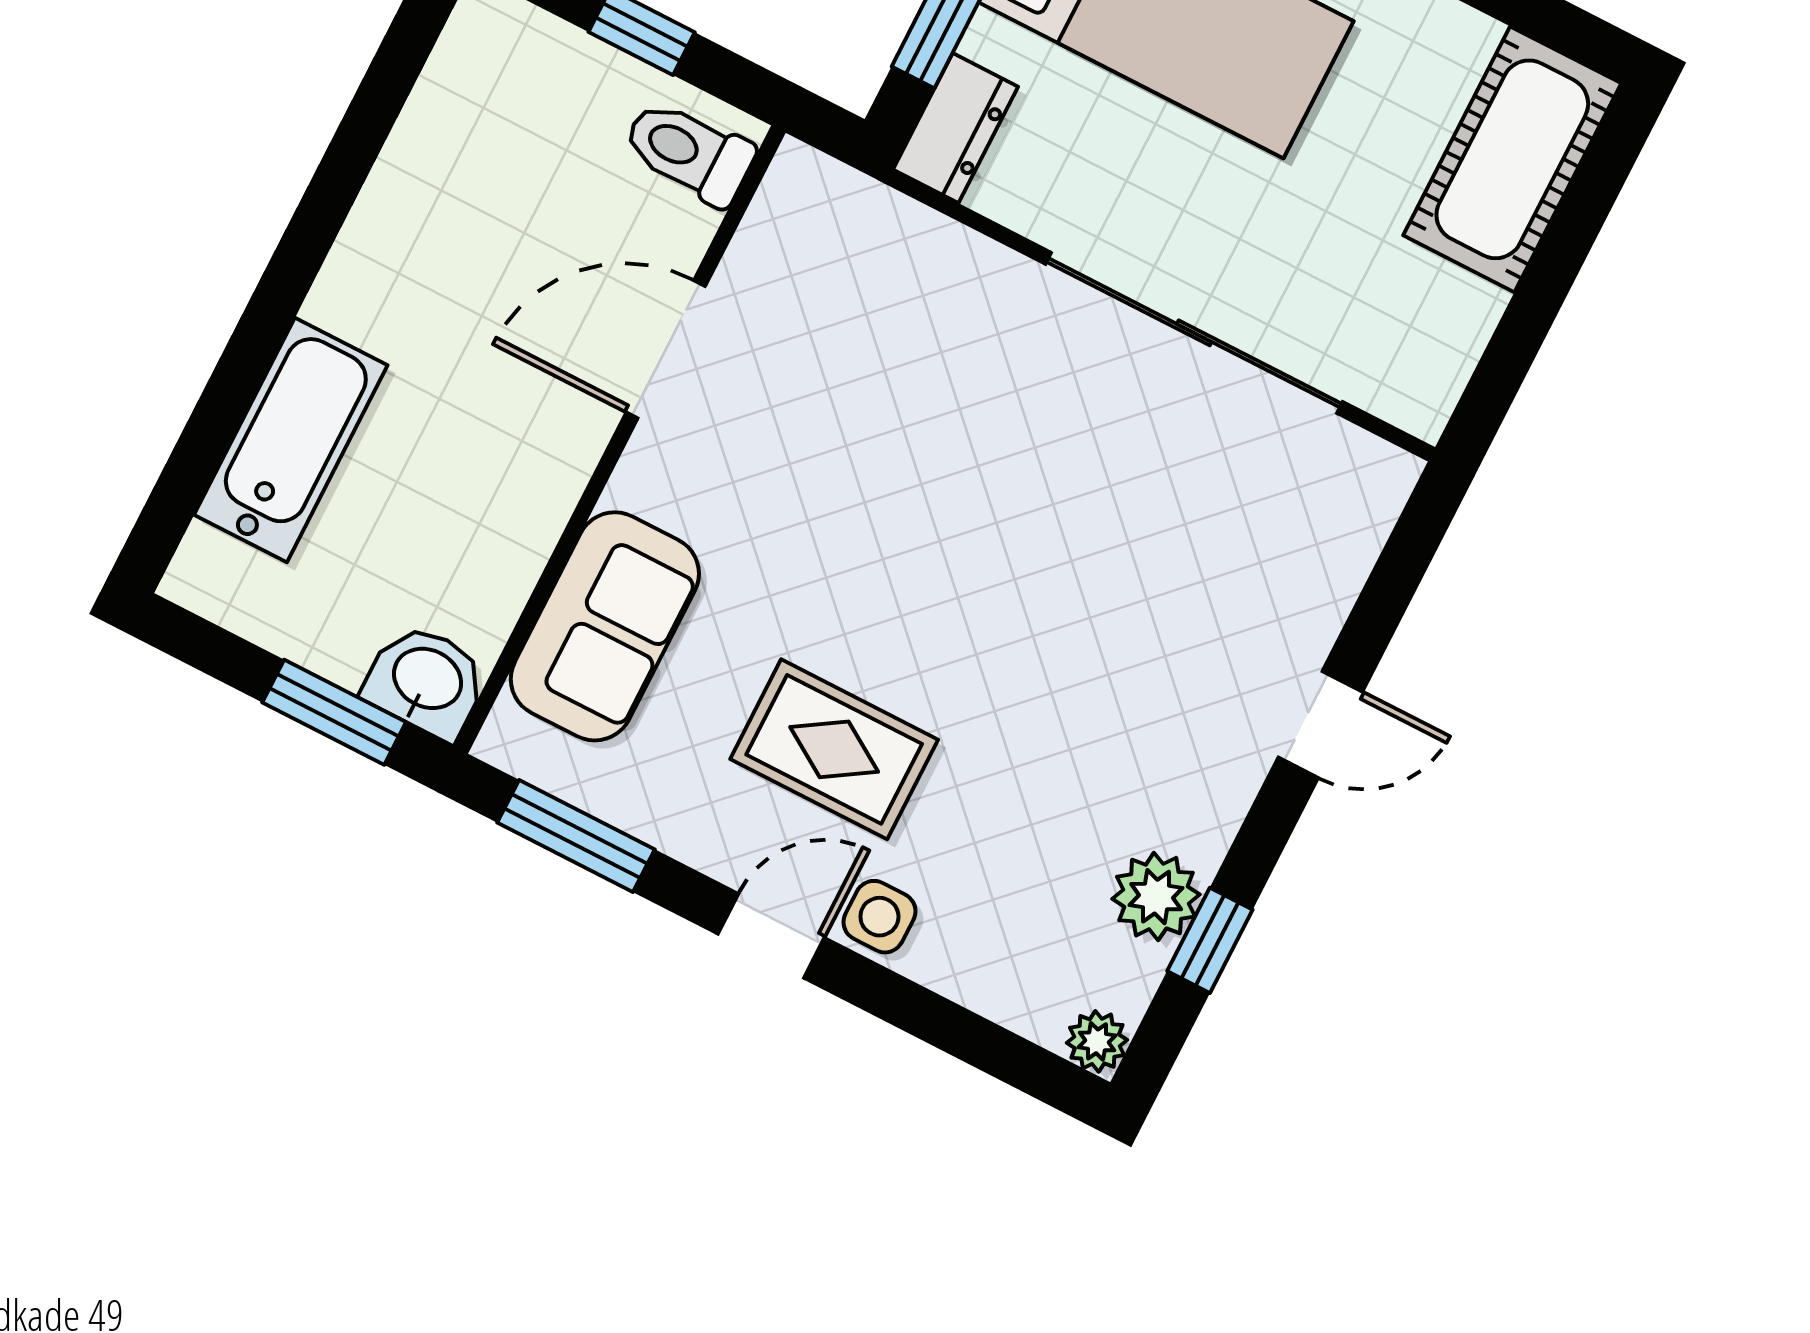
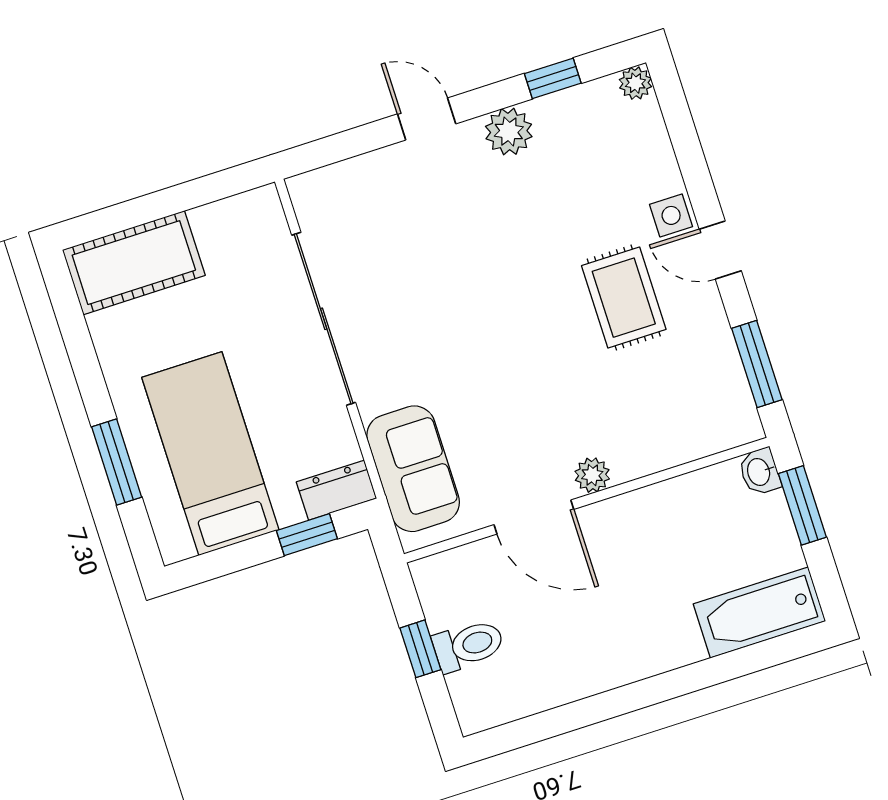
toilet: (689, 152) -> (468, 645), moved, turned -90
bathtub: (291, 440) -> (759, 613), moved
plant: (645, 479) -> (592, 475), added
sofa: (605, 626) -> (413, 469), moved, turned 90
washbasin: (426, 681) -> (760, 472), width x0.72, depth x0.69
plant: (1156, 897) -> (509, 131), moved

